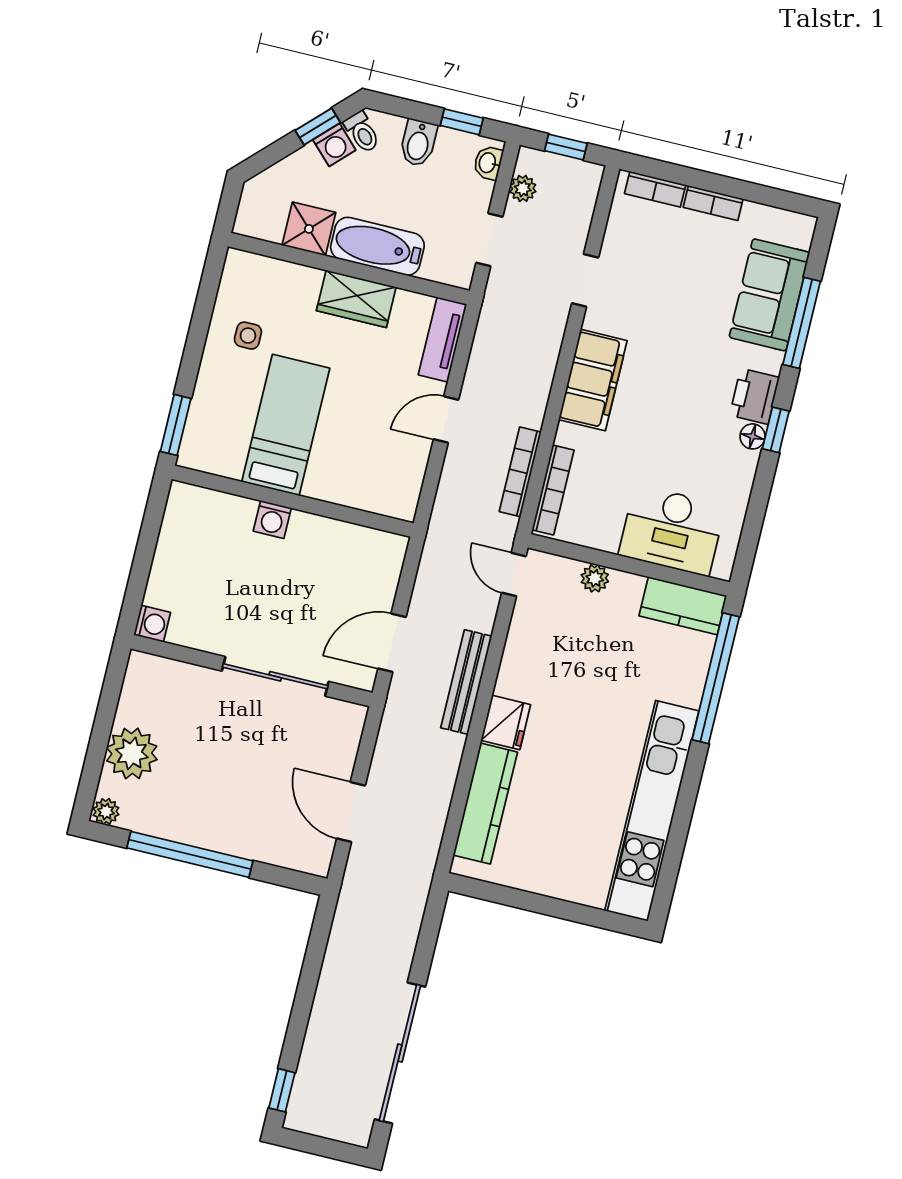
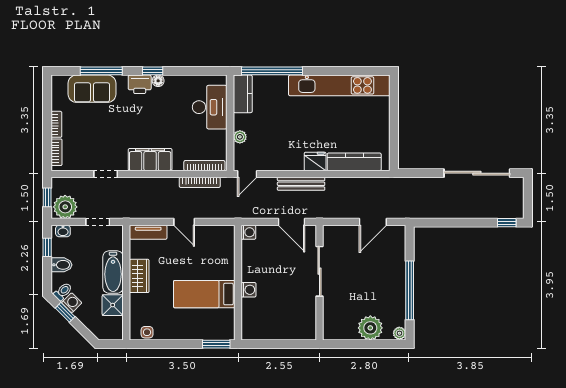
plant: (523, 188) -> (65, 207), width x1.87, depth x1.87
side table: (248, 336) -> (147, 332), moved
washing machine: (152, 624) -> (248, 232), moved, turned 90

